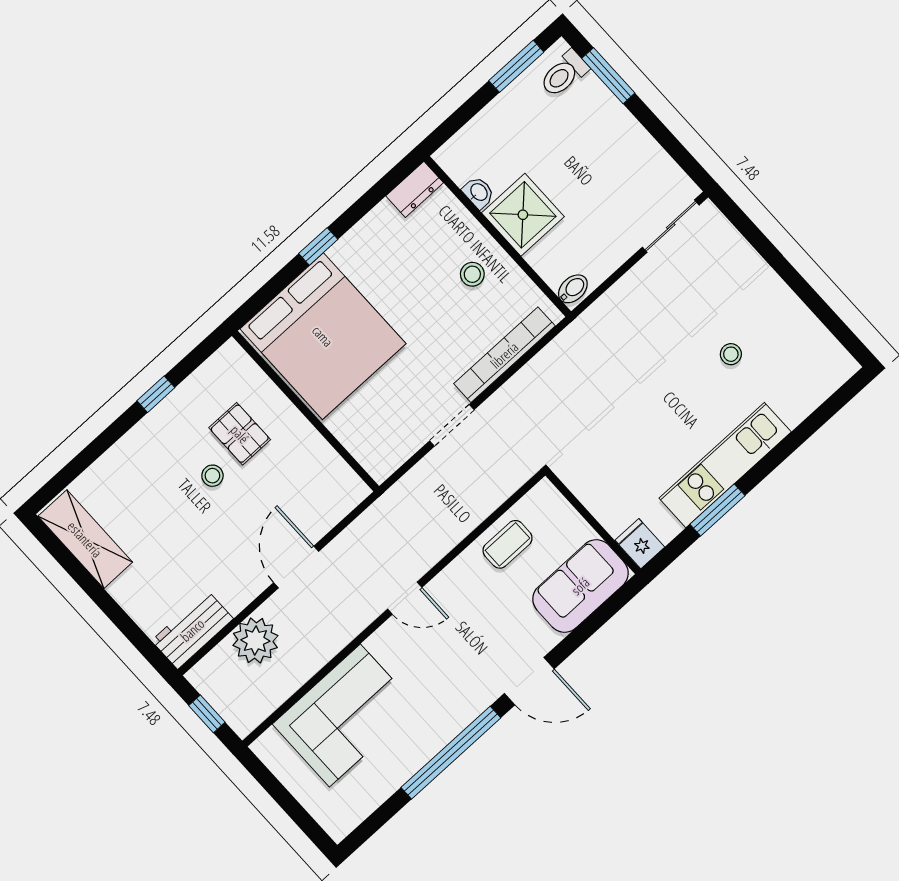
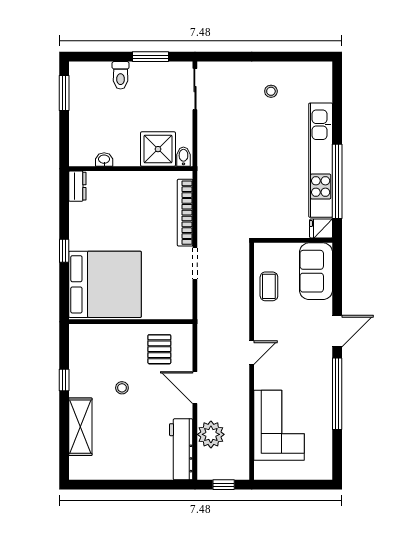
toilet: (564, 74) -> (121, 75), moved
window: (608, 76) -> (151, 57), moved
shower: (523, 215) -> (158, 149), moved
stool: (472, 274) -> (137, 195), removed
stool: (731, 354) -> (271, 91), moved
pallet: (240, 434) -> (159, 349), moved, turned 90
kitchen unit: (725, 465) -> (321, 160), width x1.36
window: (717, 510) -> (337, 181), width x2.11
shelving: (85, 539) -> (80, 427), moved, turned 90
workbench: (192, 630) -> (181, 449), width x1.38

